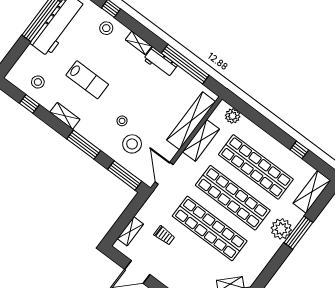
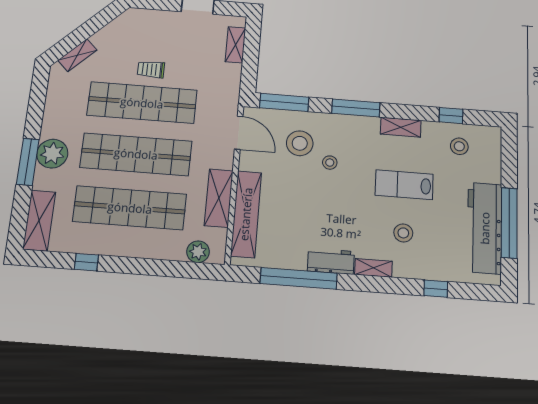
stool: (106, 28) -> (403, 233), moved
trolley: (164, 236) -> (151, 69), moved

